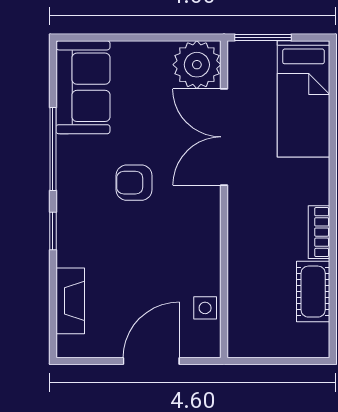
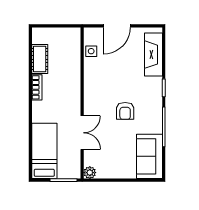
plant: (197, 65) -> (90, 173), width x0.53, depth x0.53
double door: (224, 137) -> (82, 133), width x0.73
armchair: (134, 183) -> (125, 111), turned 90
fireplace: (70, 301) -> (153, 55), width x1.37, depth x1.32

